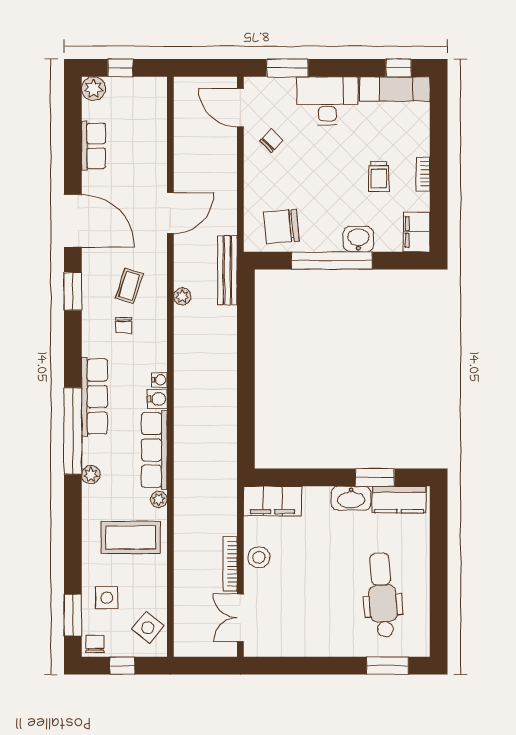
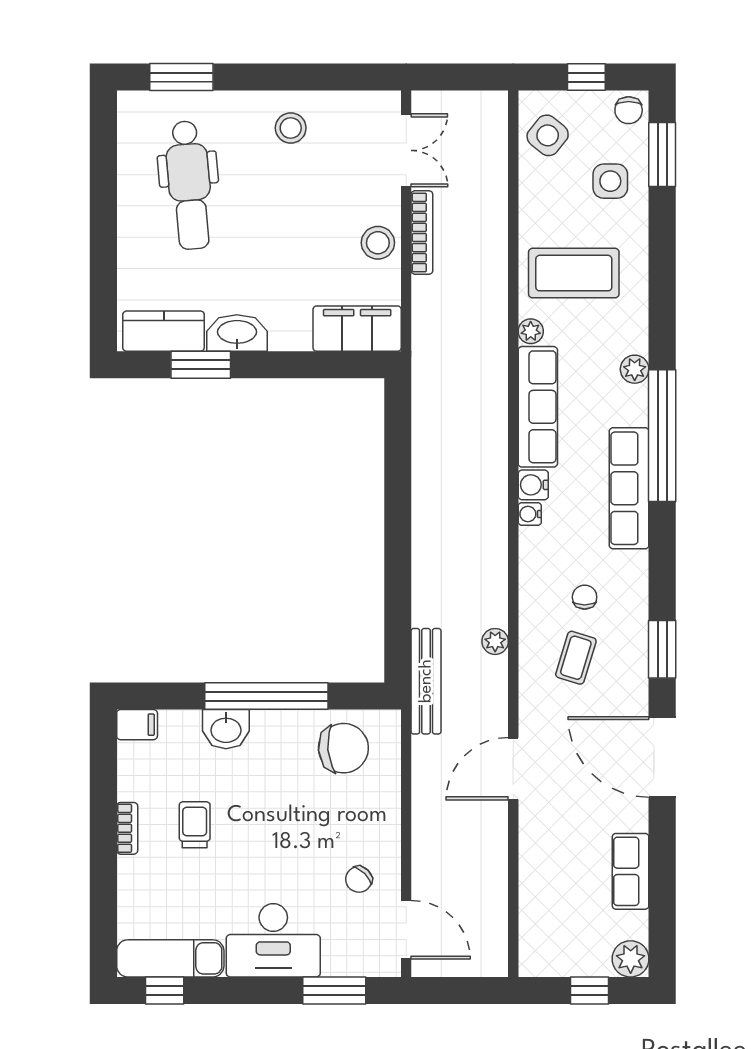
filing cabinet: (417, 232) -> (137, 725), width x0.50
stool: (316, 632) -> (291, 128), added

